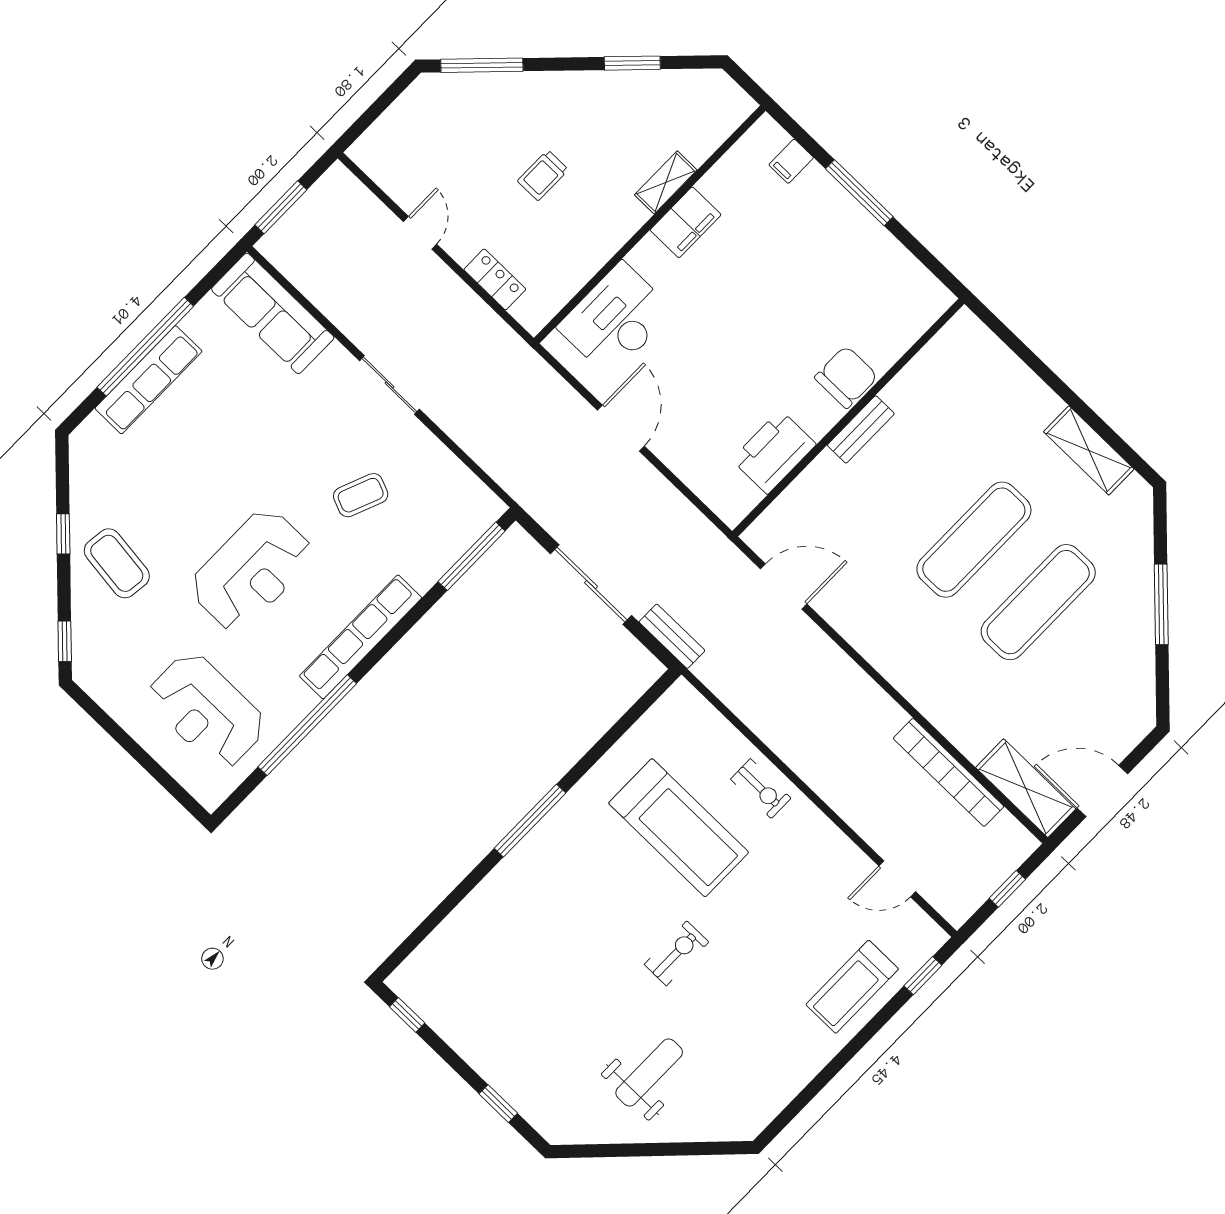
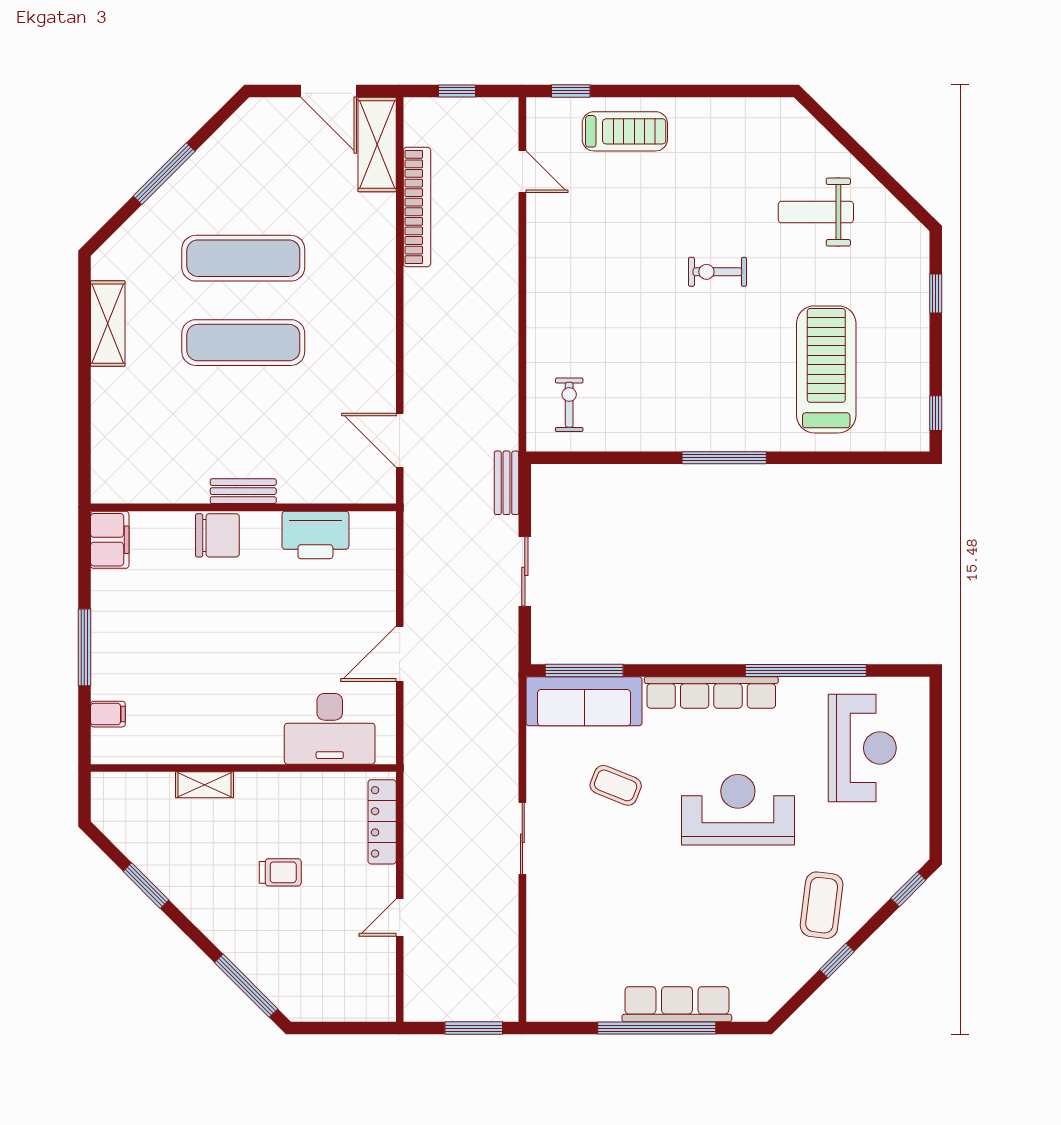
filing cabinet: (686, 222) -> (110, 540), moved, turned 90
locker: (495, 279) -> (382, 822), width x1.53
sofa: (273, 313) -> (584, 701), moved, turned 90
chair: (846, 377) -> (217, 535), turned 180
sliding door: (591, 585) -> (525, 571), width x0.73
exercise bike: (761, 789) -> (569, 405), moved
treadmill: (679, 828) -> (826, 369), moved

